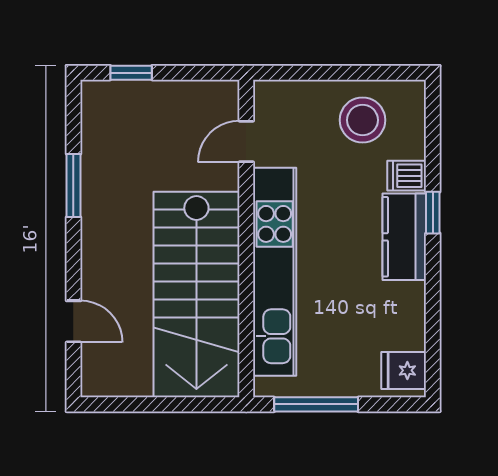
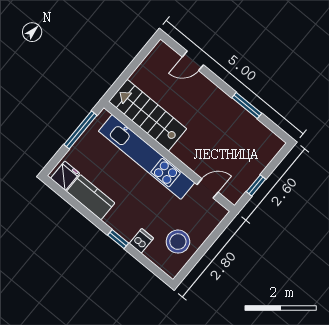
window: (131, 73) -> (256, 185), moved
door: (246, 142) -> (208, 188), hinge flipped
kitchen counter: (404, 237) -> (91, 197), moved
stairs: (196, 294) -> (148, 115), width x0.73, depth x0.66

